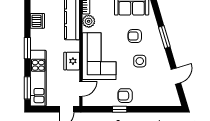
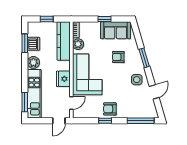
plant: (37, 42) -> (33, 62), added
window: (27, 48) -> (25, 43), moved
side table: (140, 61) -> (137, 80), moved
window: (160, 109) -> (141, 121), added

